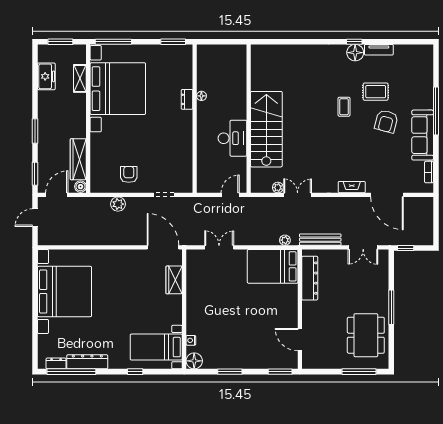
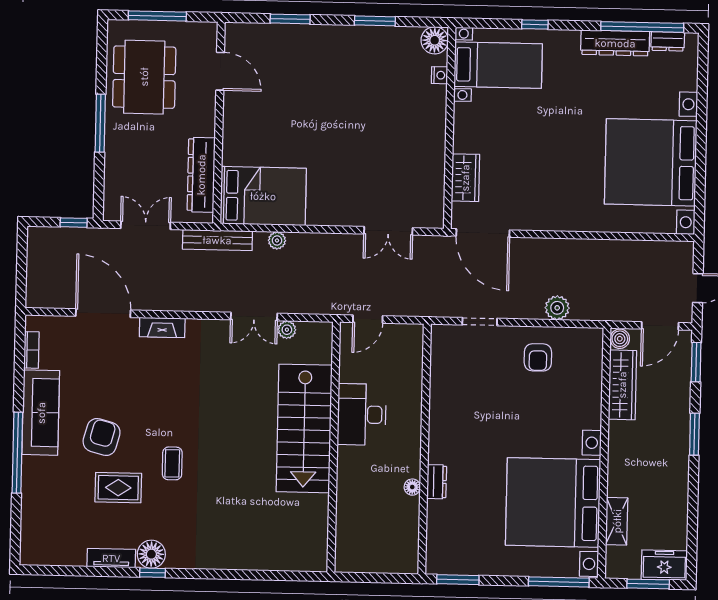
freezer: (46, 76) -> (664, 565), moved, turned 90
bed: (273, 266) -> (263, 196), moved
dresser: (310, 278) -> (201, 175), moved
wall: (300, 309) -> (219, 123), moved
door: (300, 340) -> (220, 71), moved

